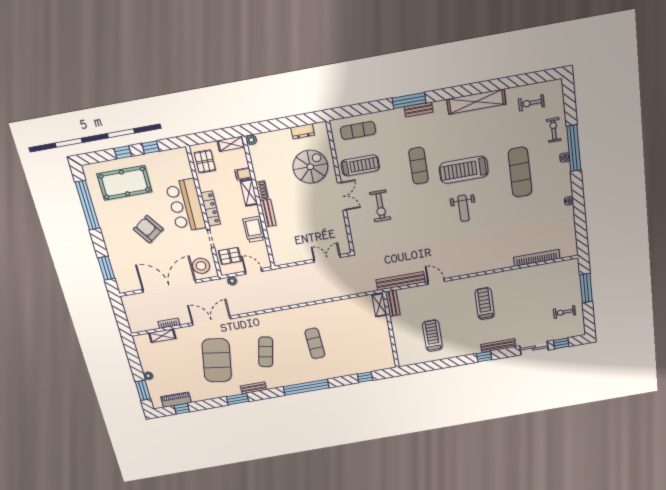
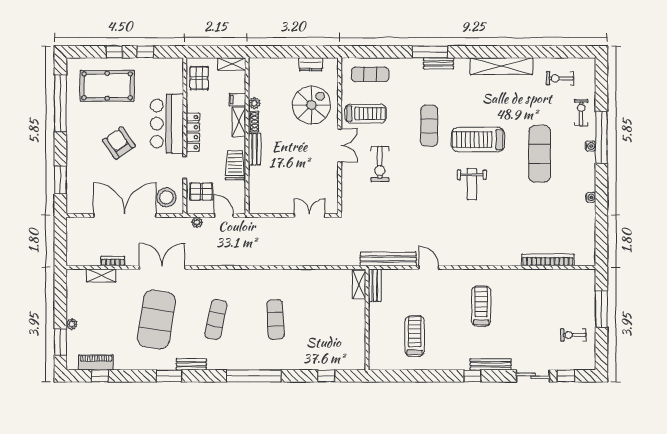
plant: (251, 140) -> (254, 103), moved

